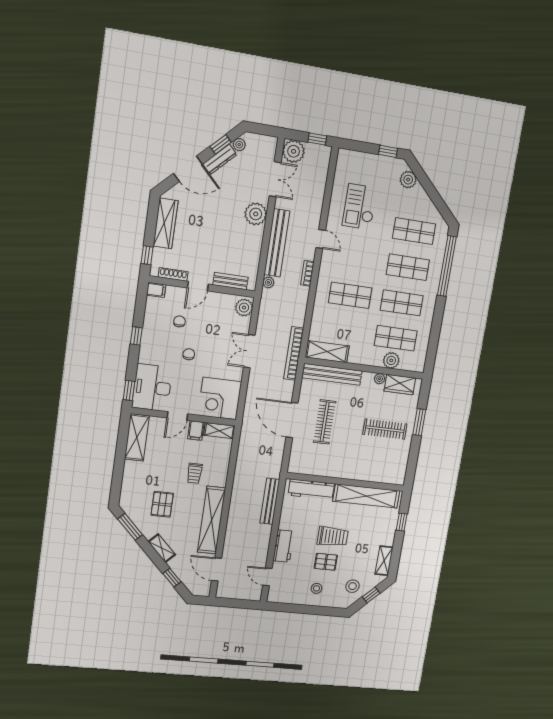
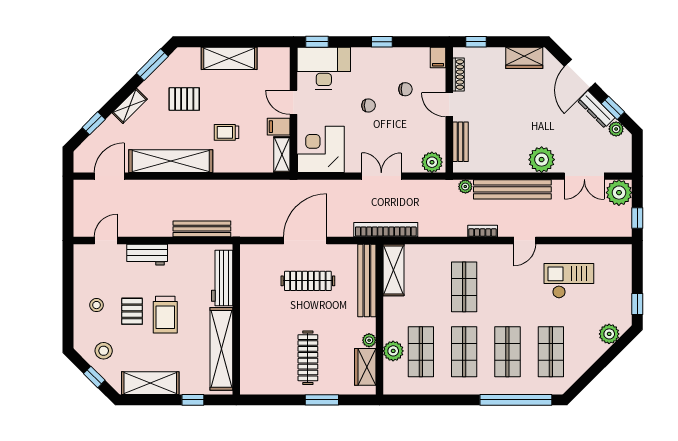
wardrobe: (166, 223) -> (524, 58), width x0.67
shelving: (137, 437) -> (229, 58), moved
shelving: (384, 561) -> (150, 383), width x1.50, depth x1.33

